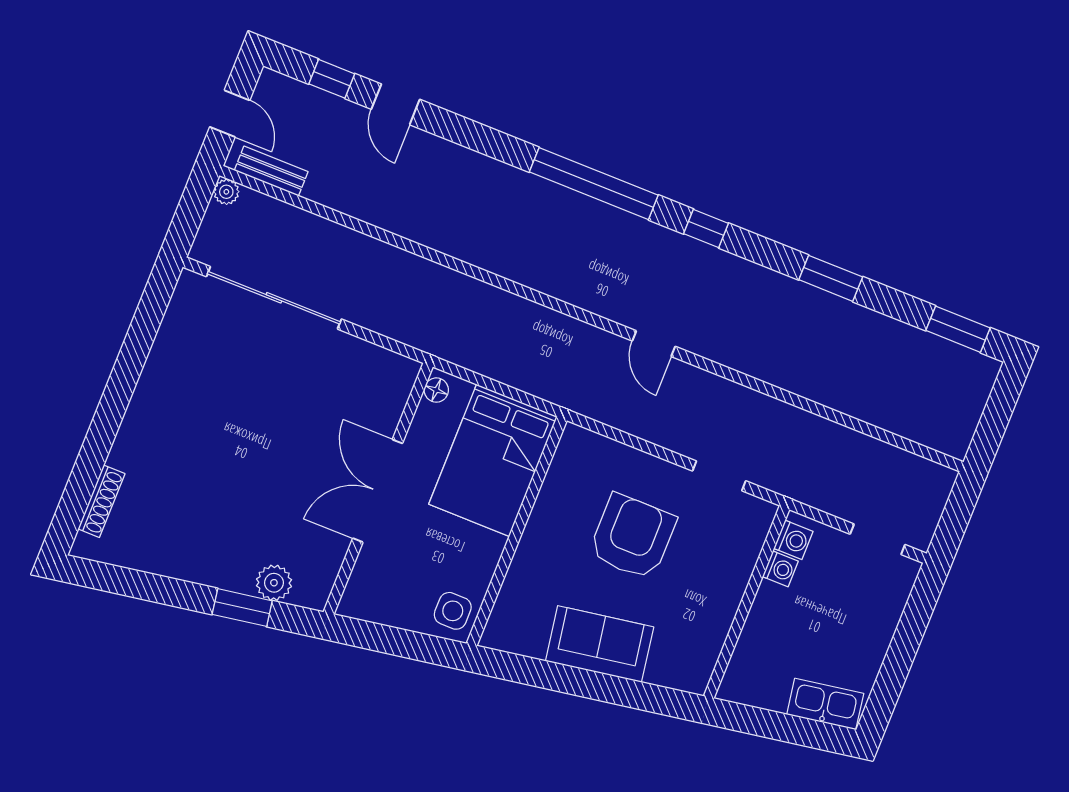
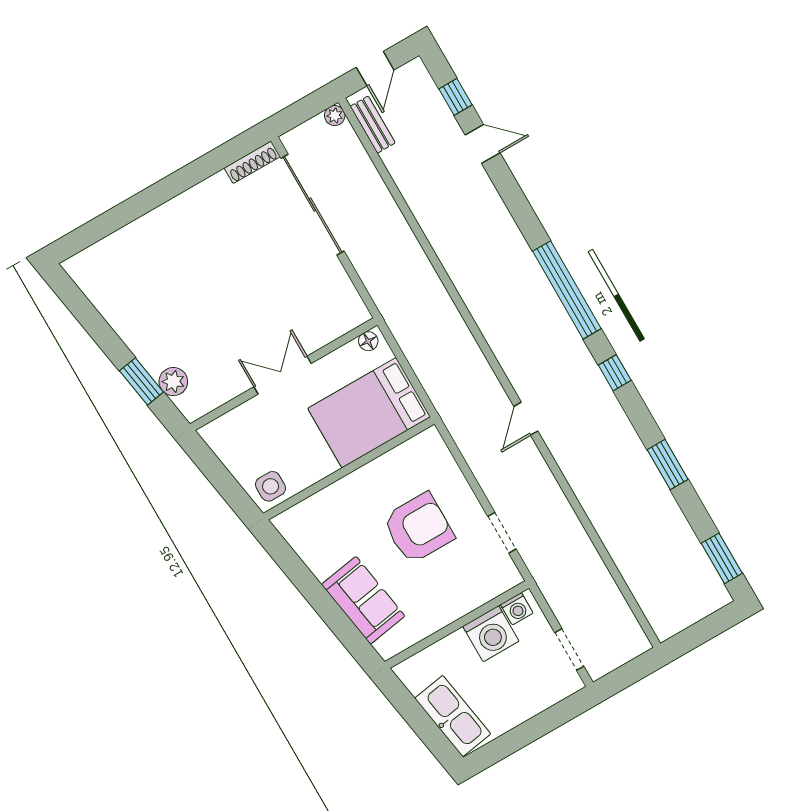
door: (396, 104) -> (483, 144), swing flipped
double door: (378, 491) -> (283, 375), width x0.73
shoe rack: (101, 501) -> (252, 162), moved
washing machine: (780, 569) -> (491, 634), width x1.89, depth x1.89
sofa: (600, 644) -> (363, 600), moved
kitchen sink: (825, 704) -> (453, 716), width x1.36, depth x1.24

